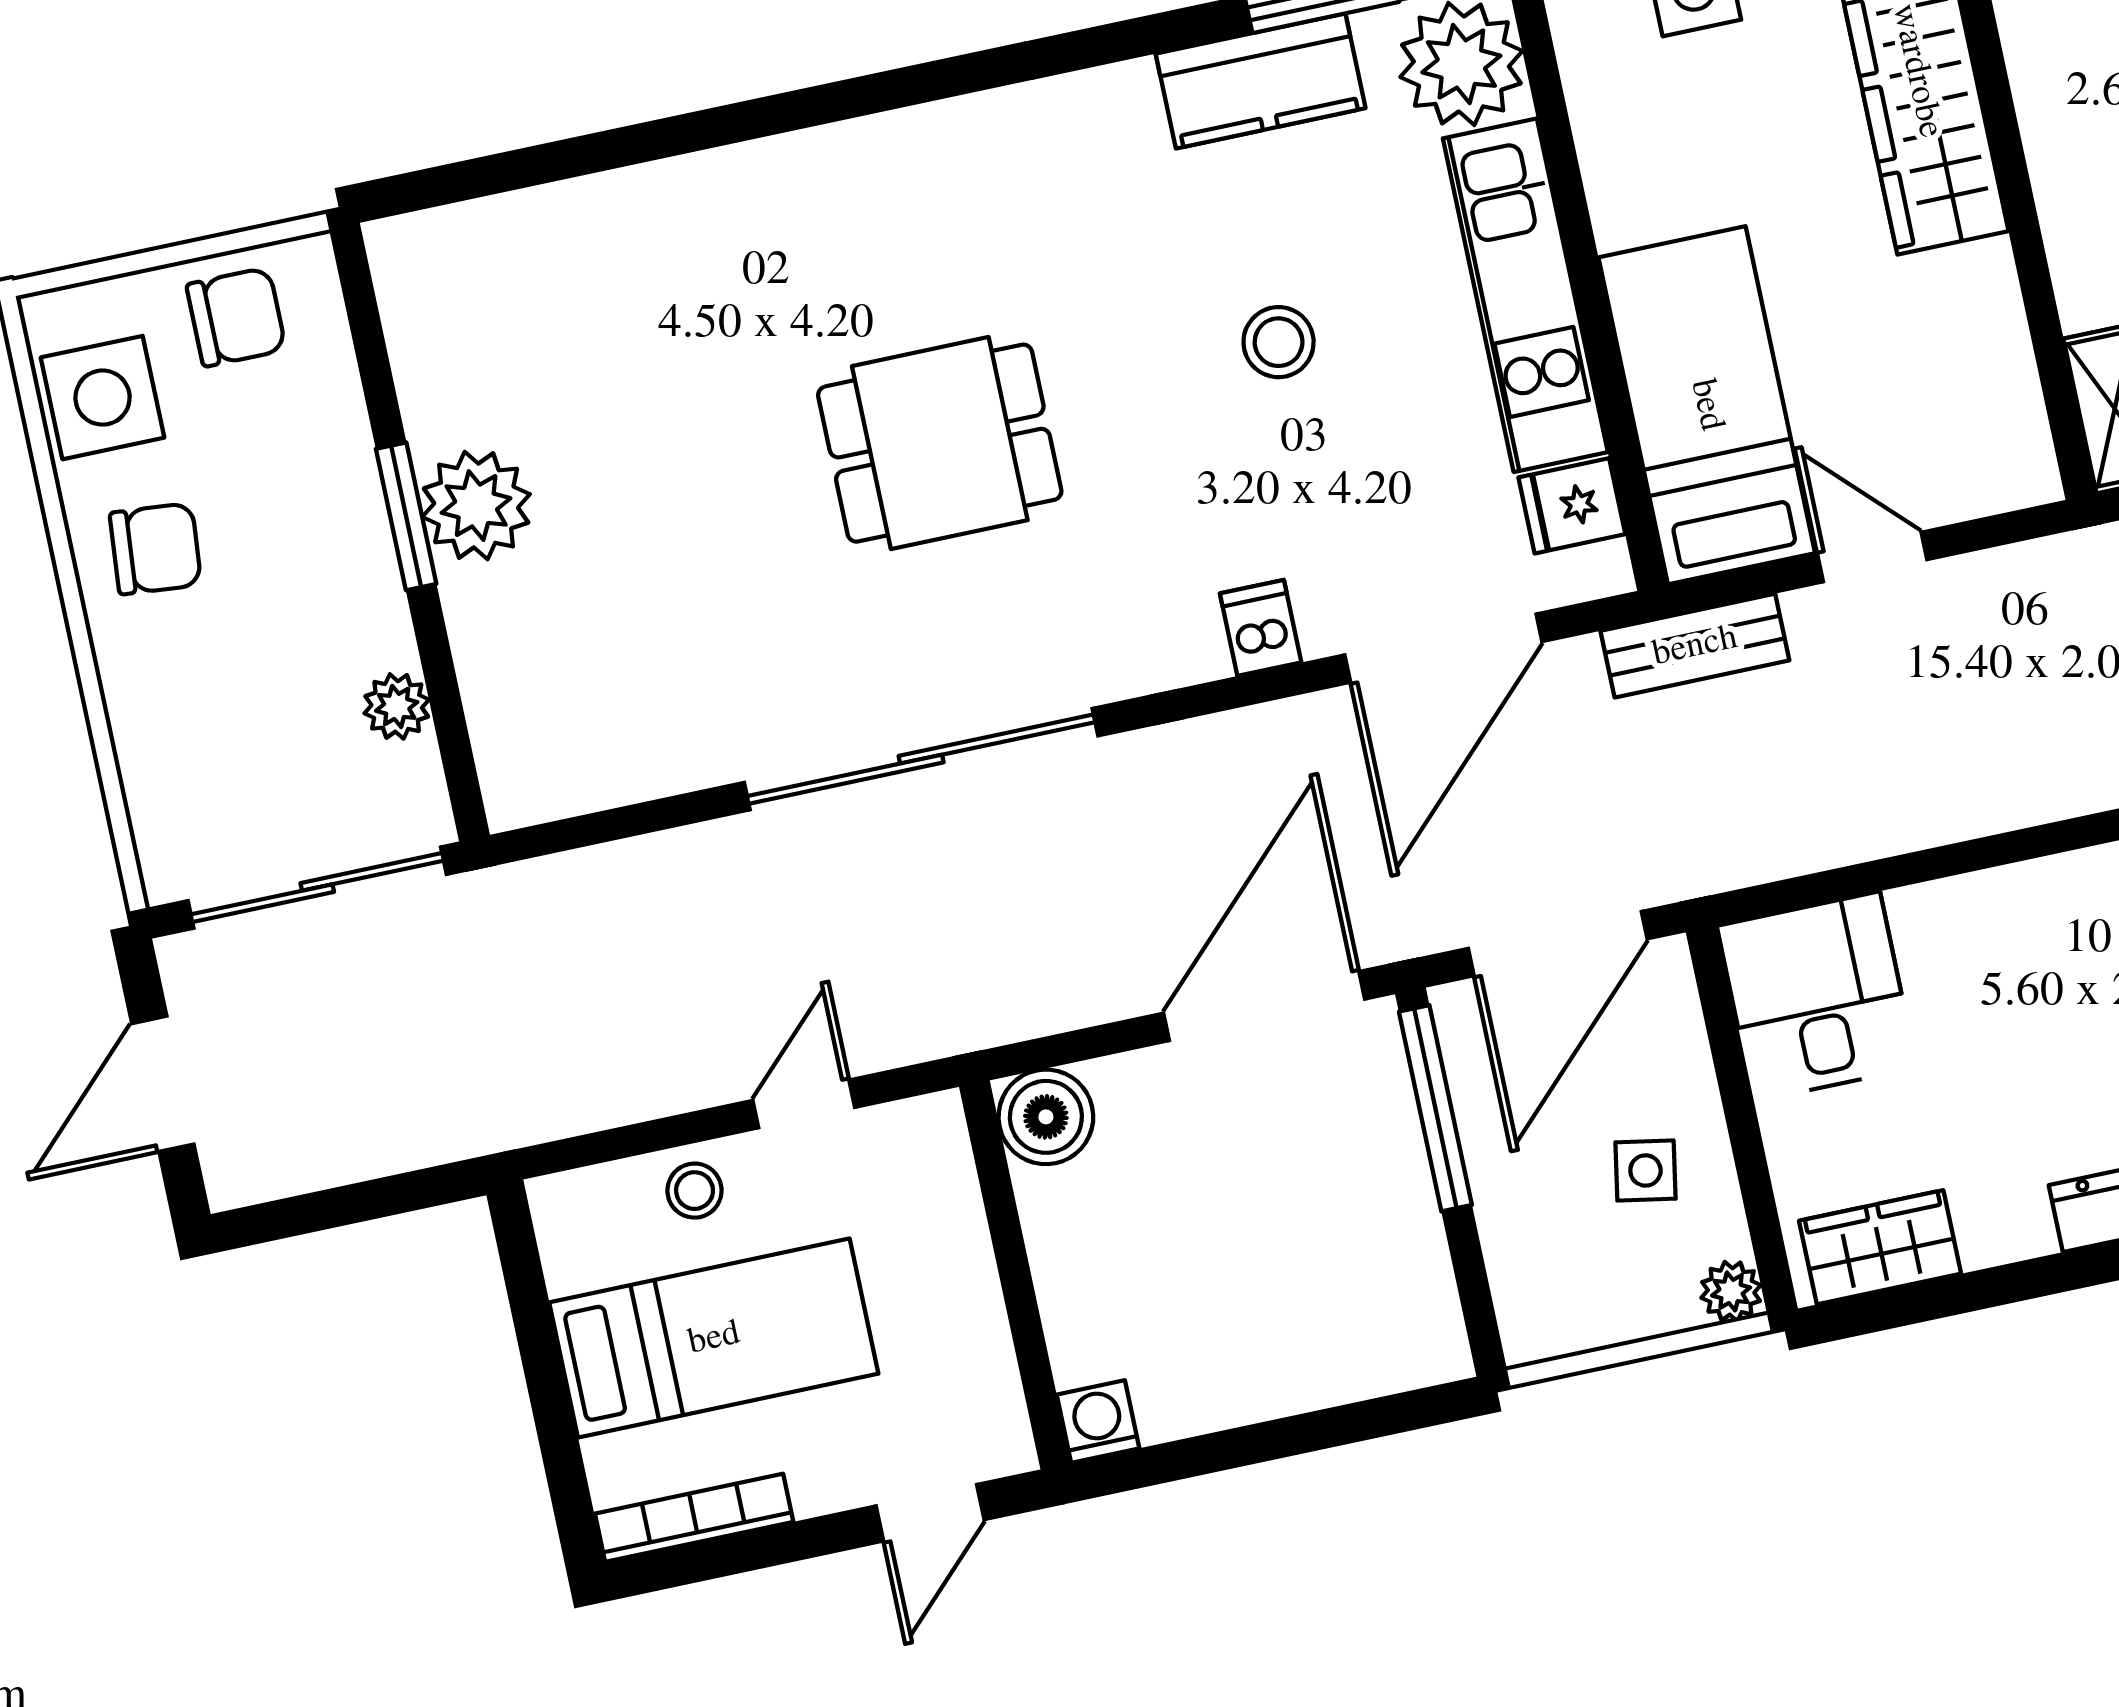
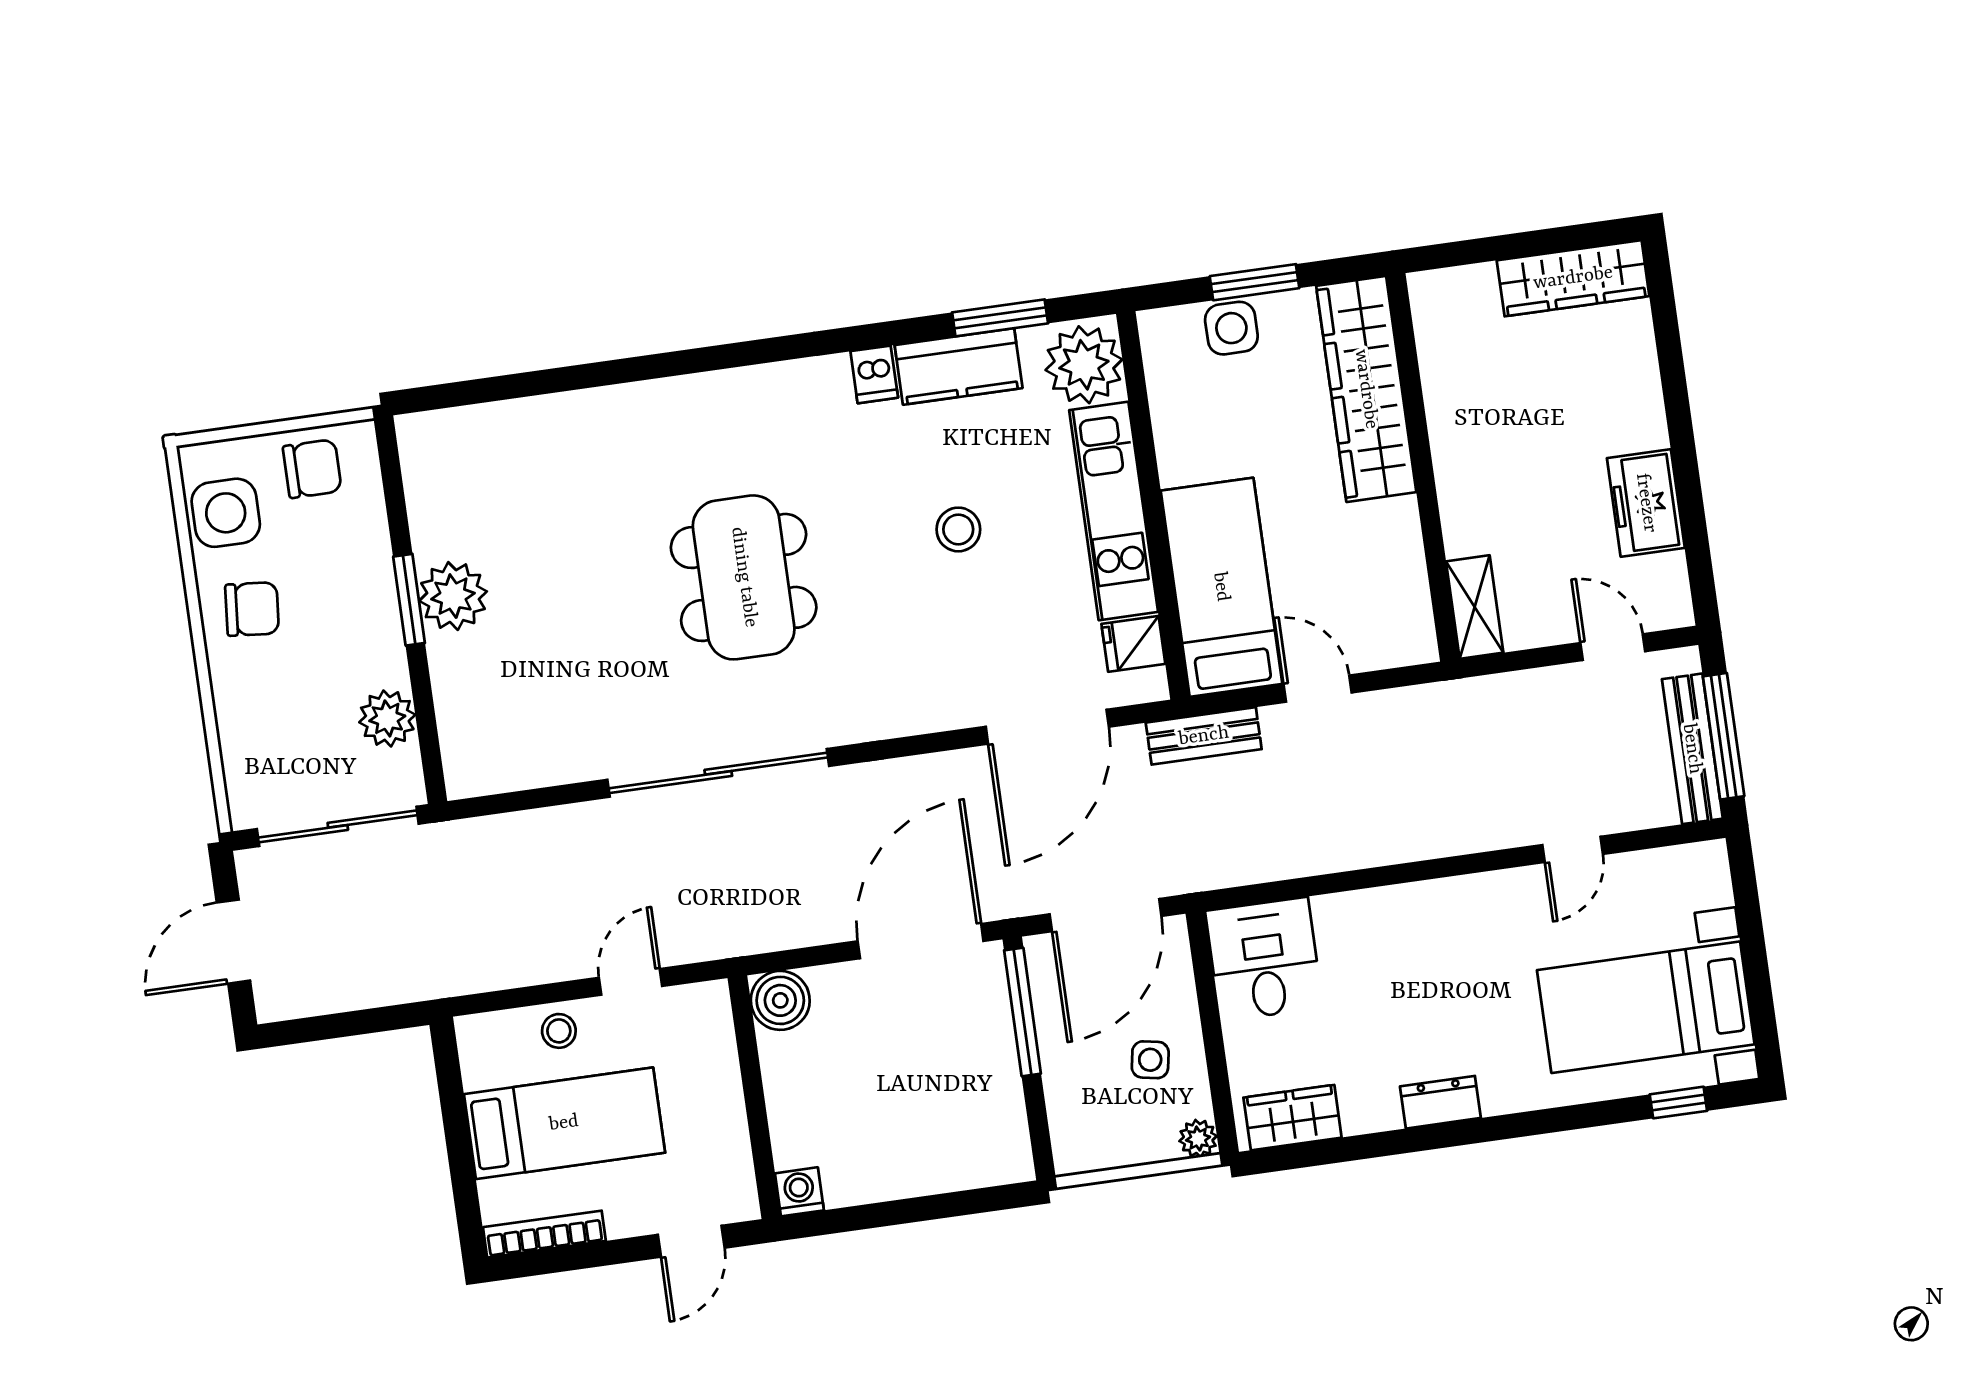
dining table: (940, 443) -> (744, 577), width x1.38
dishwasher: (1261, 628) -> (874, 374), moved, turned 180
plant: (397, 706) -> (387, 718), width x1.38, depth x1.38

